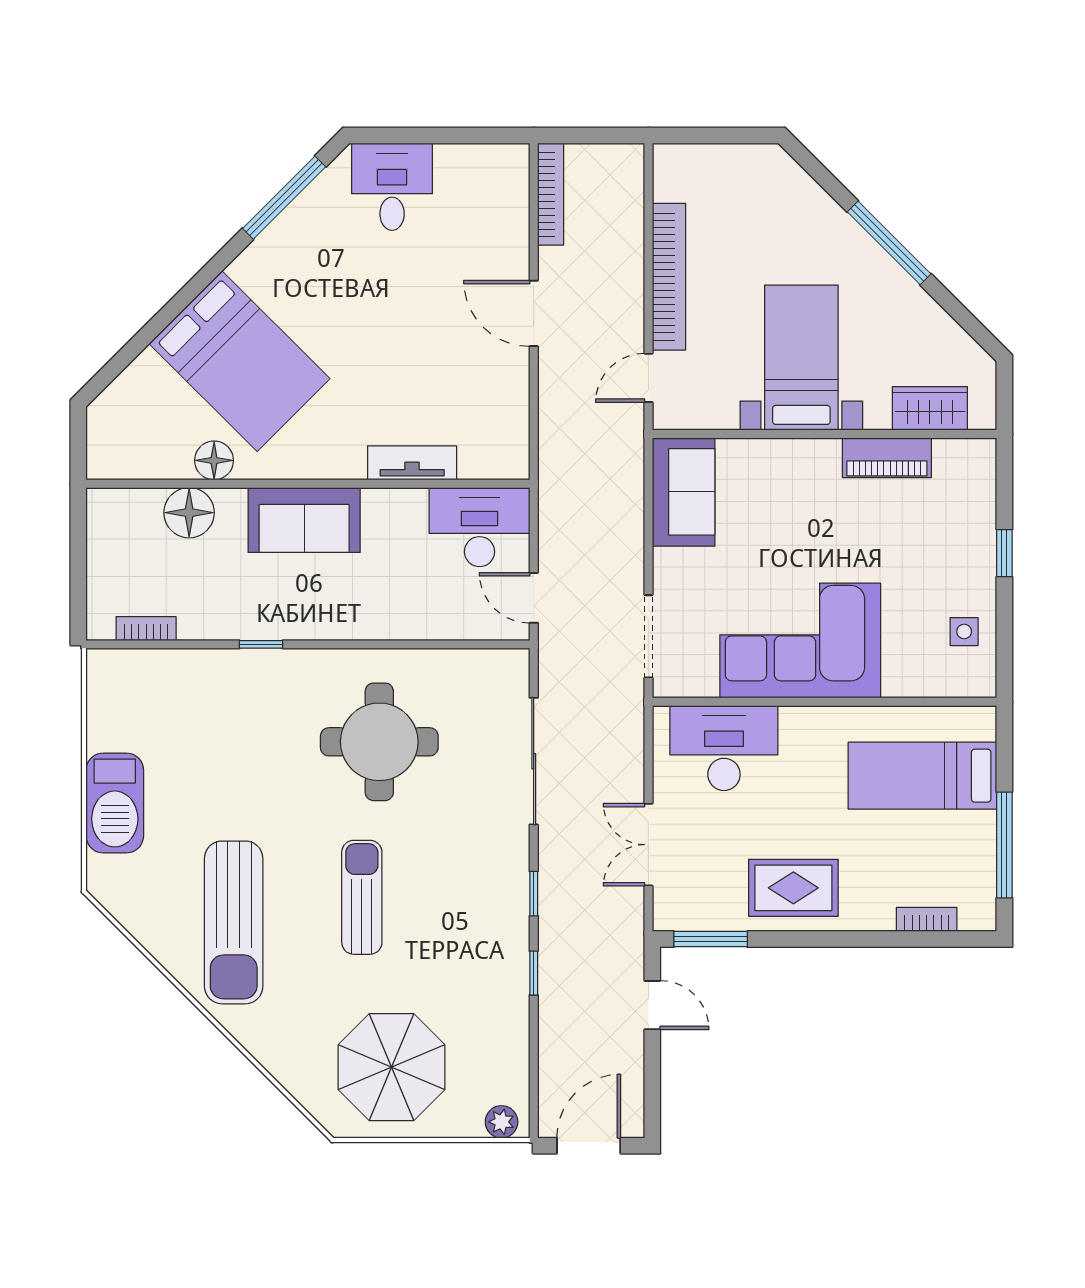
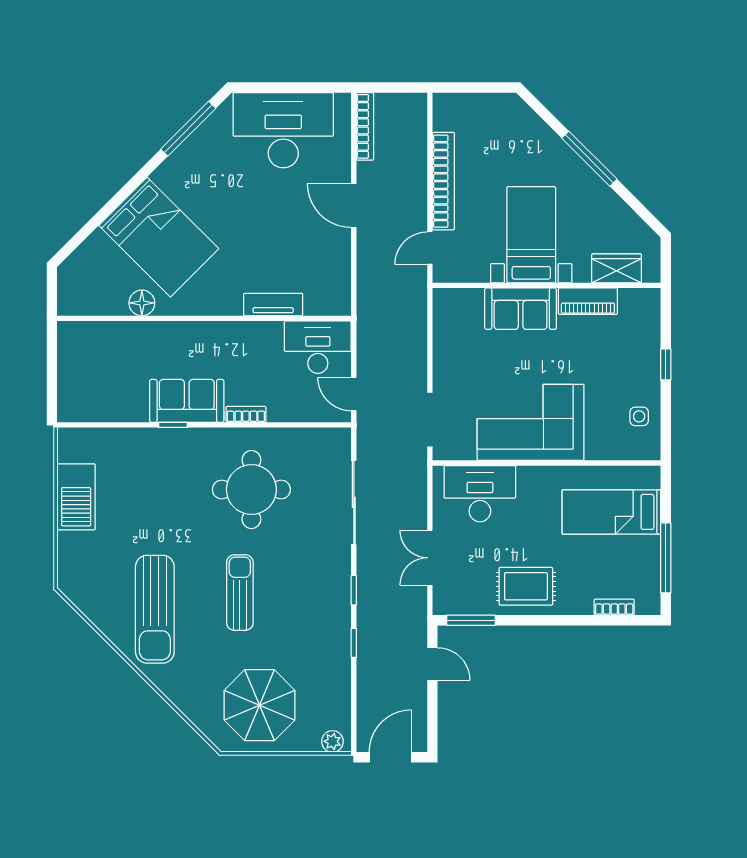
desk: (392, 187) -> (283, 130), width x1.87, depth x1.30
sofa: (684, 492) -> (521, 309), moved, turned 90
floor lamp: (189, 513) -> (125, 338), removed
sofa: (304, 520) -> (187, 401), moved, turned 180
bookcase: (146, 629) -> (246, 414), moved
barbecue: (115, 803) -> (76, 497), moved

